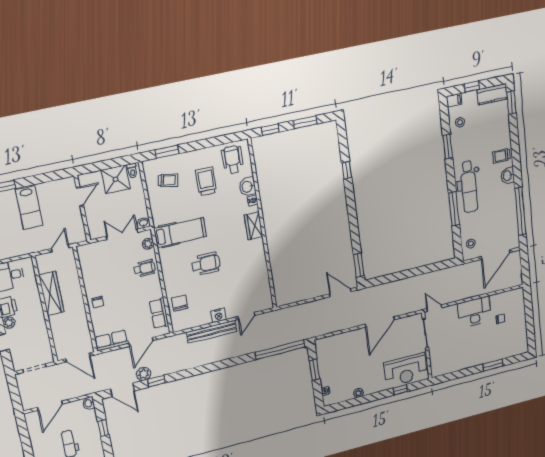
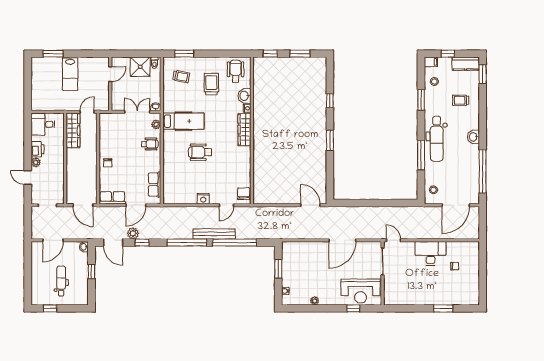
trolley: (501, 156) -> (461, 100), moved
wardrobe: (254, 226) -> (244, 130), width x1.50
wheelchair: (206, 264) -> (200, 152), turned 180
window: (359, 265) -> (330, 140), moved
wardrobe: (51, 293) -> (73, 130), moved
chair: (180, 303) -> (244, 194), moved
bench: (212, 332) -> (214, 234), moved
window: (280, 350) -> (235, 243), moved
window: (208, 368) -> (187, 243), added

